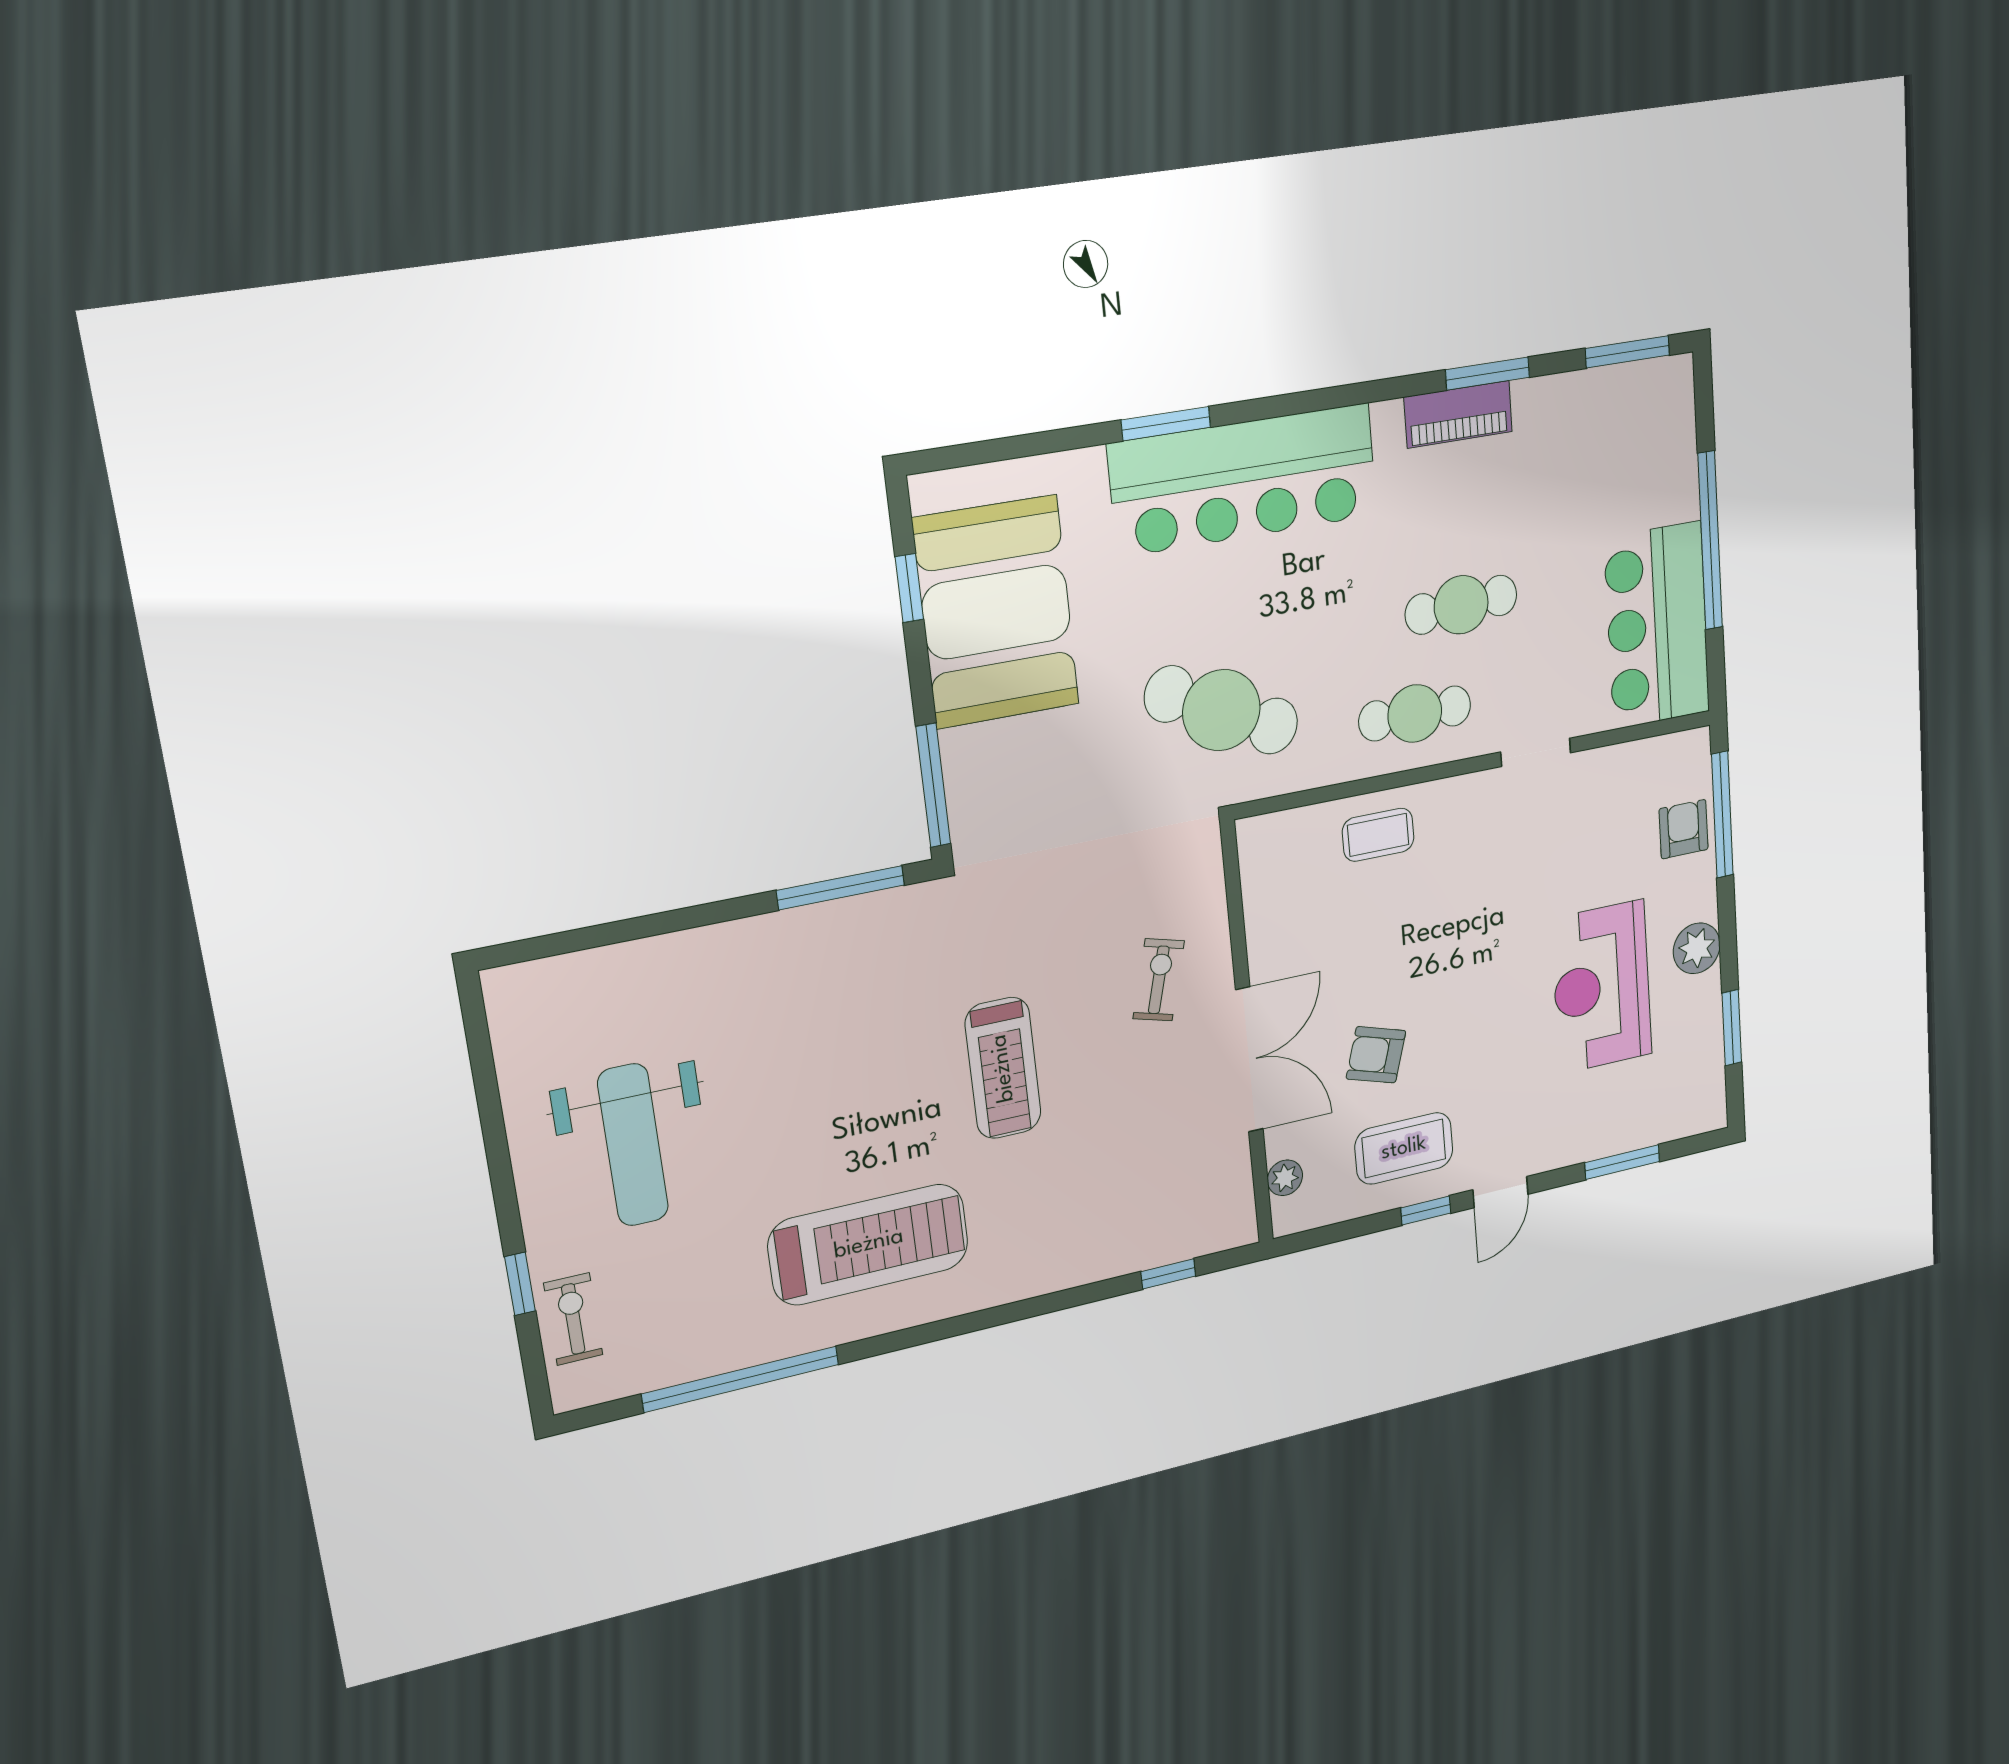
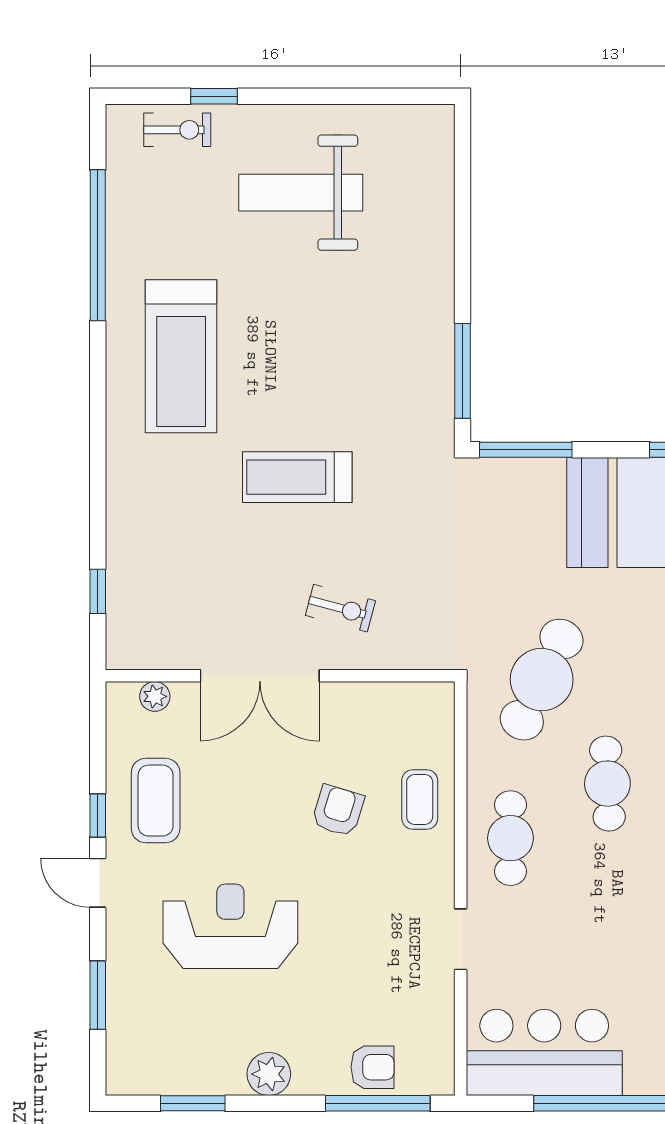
cafe table: (1461, 605) -> (607, 784), moved
reception desk: (1602, 987) -> (230, 926), moved
armchair: (1376, 1055) -> (338, 811), moved

